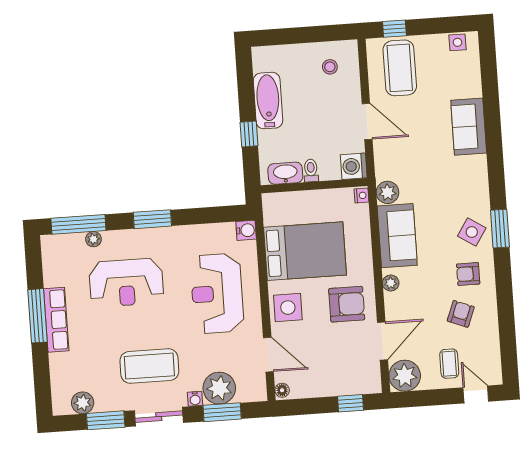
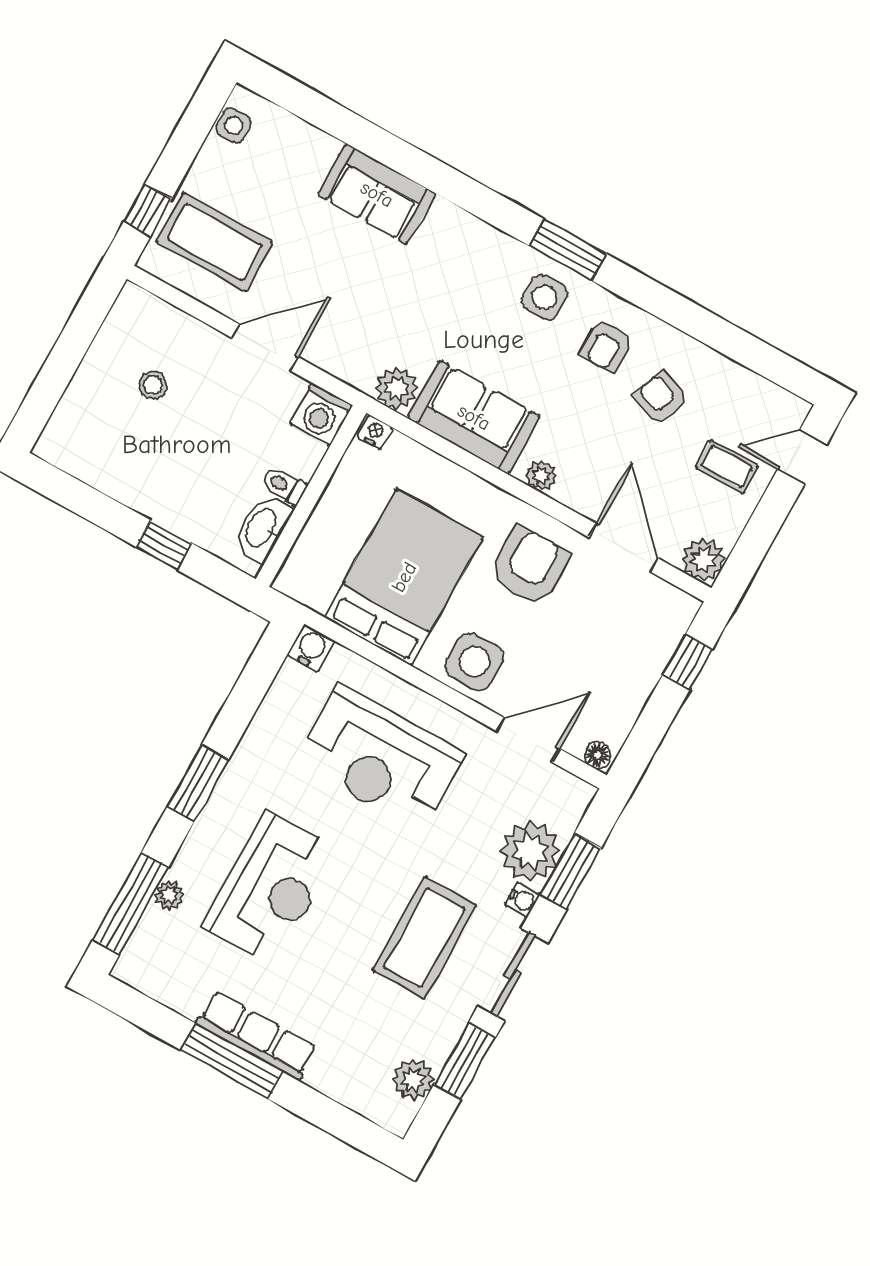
stool: (330, 67) -> (153, 385), moved
bathtub: (268, 101) -> (131, 481), removed
side table: (472, 232) -> (544, 297), turned -33
plant: (405, 376) -> (703, 559), width x0.73, depth x0.73

